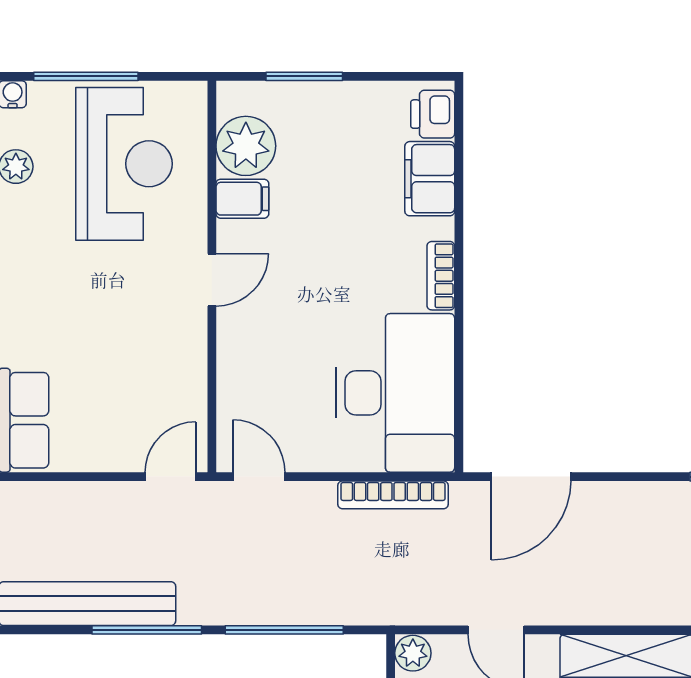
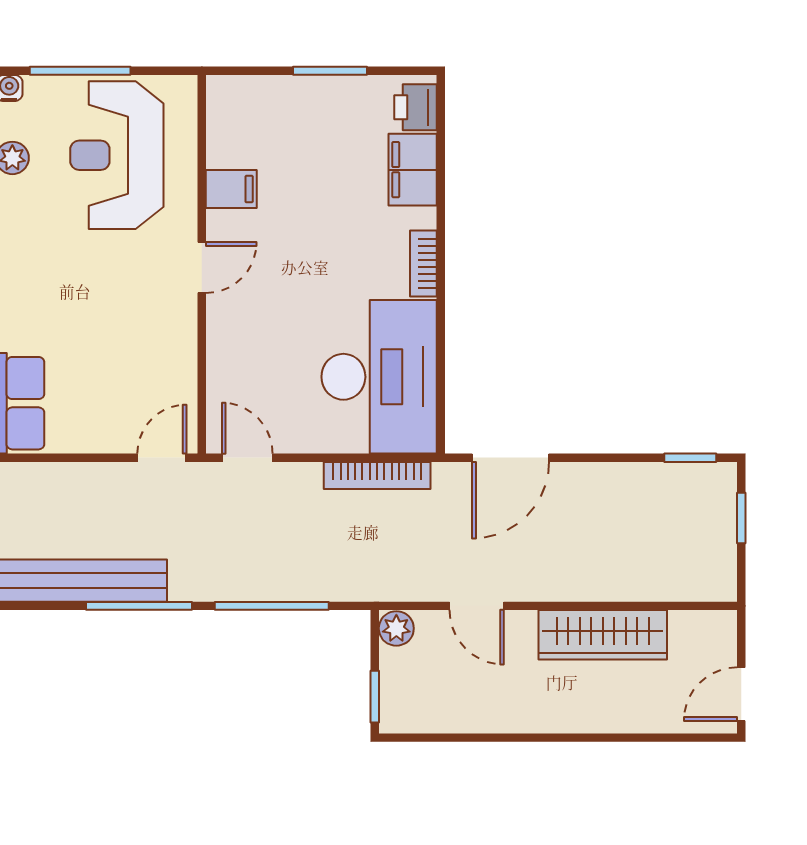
window: (304, 76) -> (330, 71), moved
plant: (246, 146) -> (235, 138), removed
reception desk: (124, 164) -> (117, 155), turned 180

